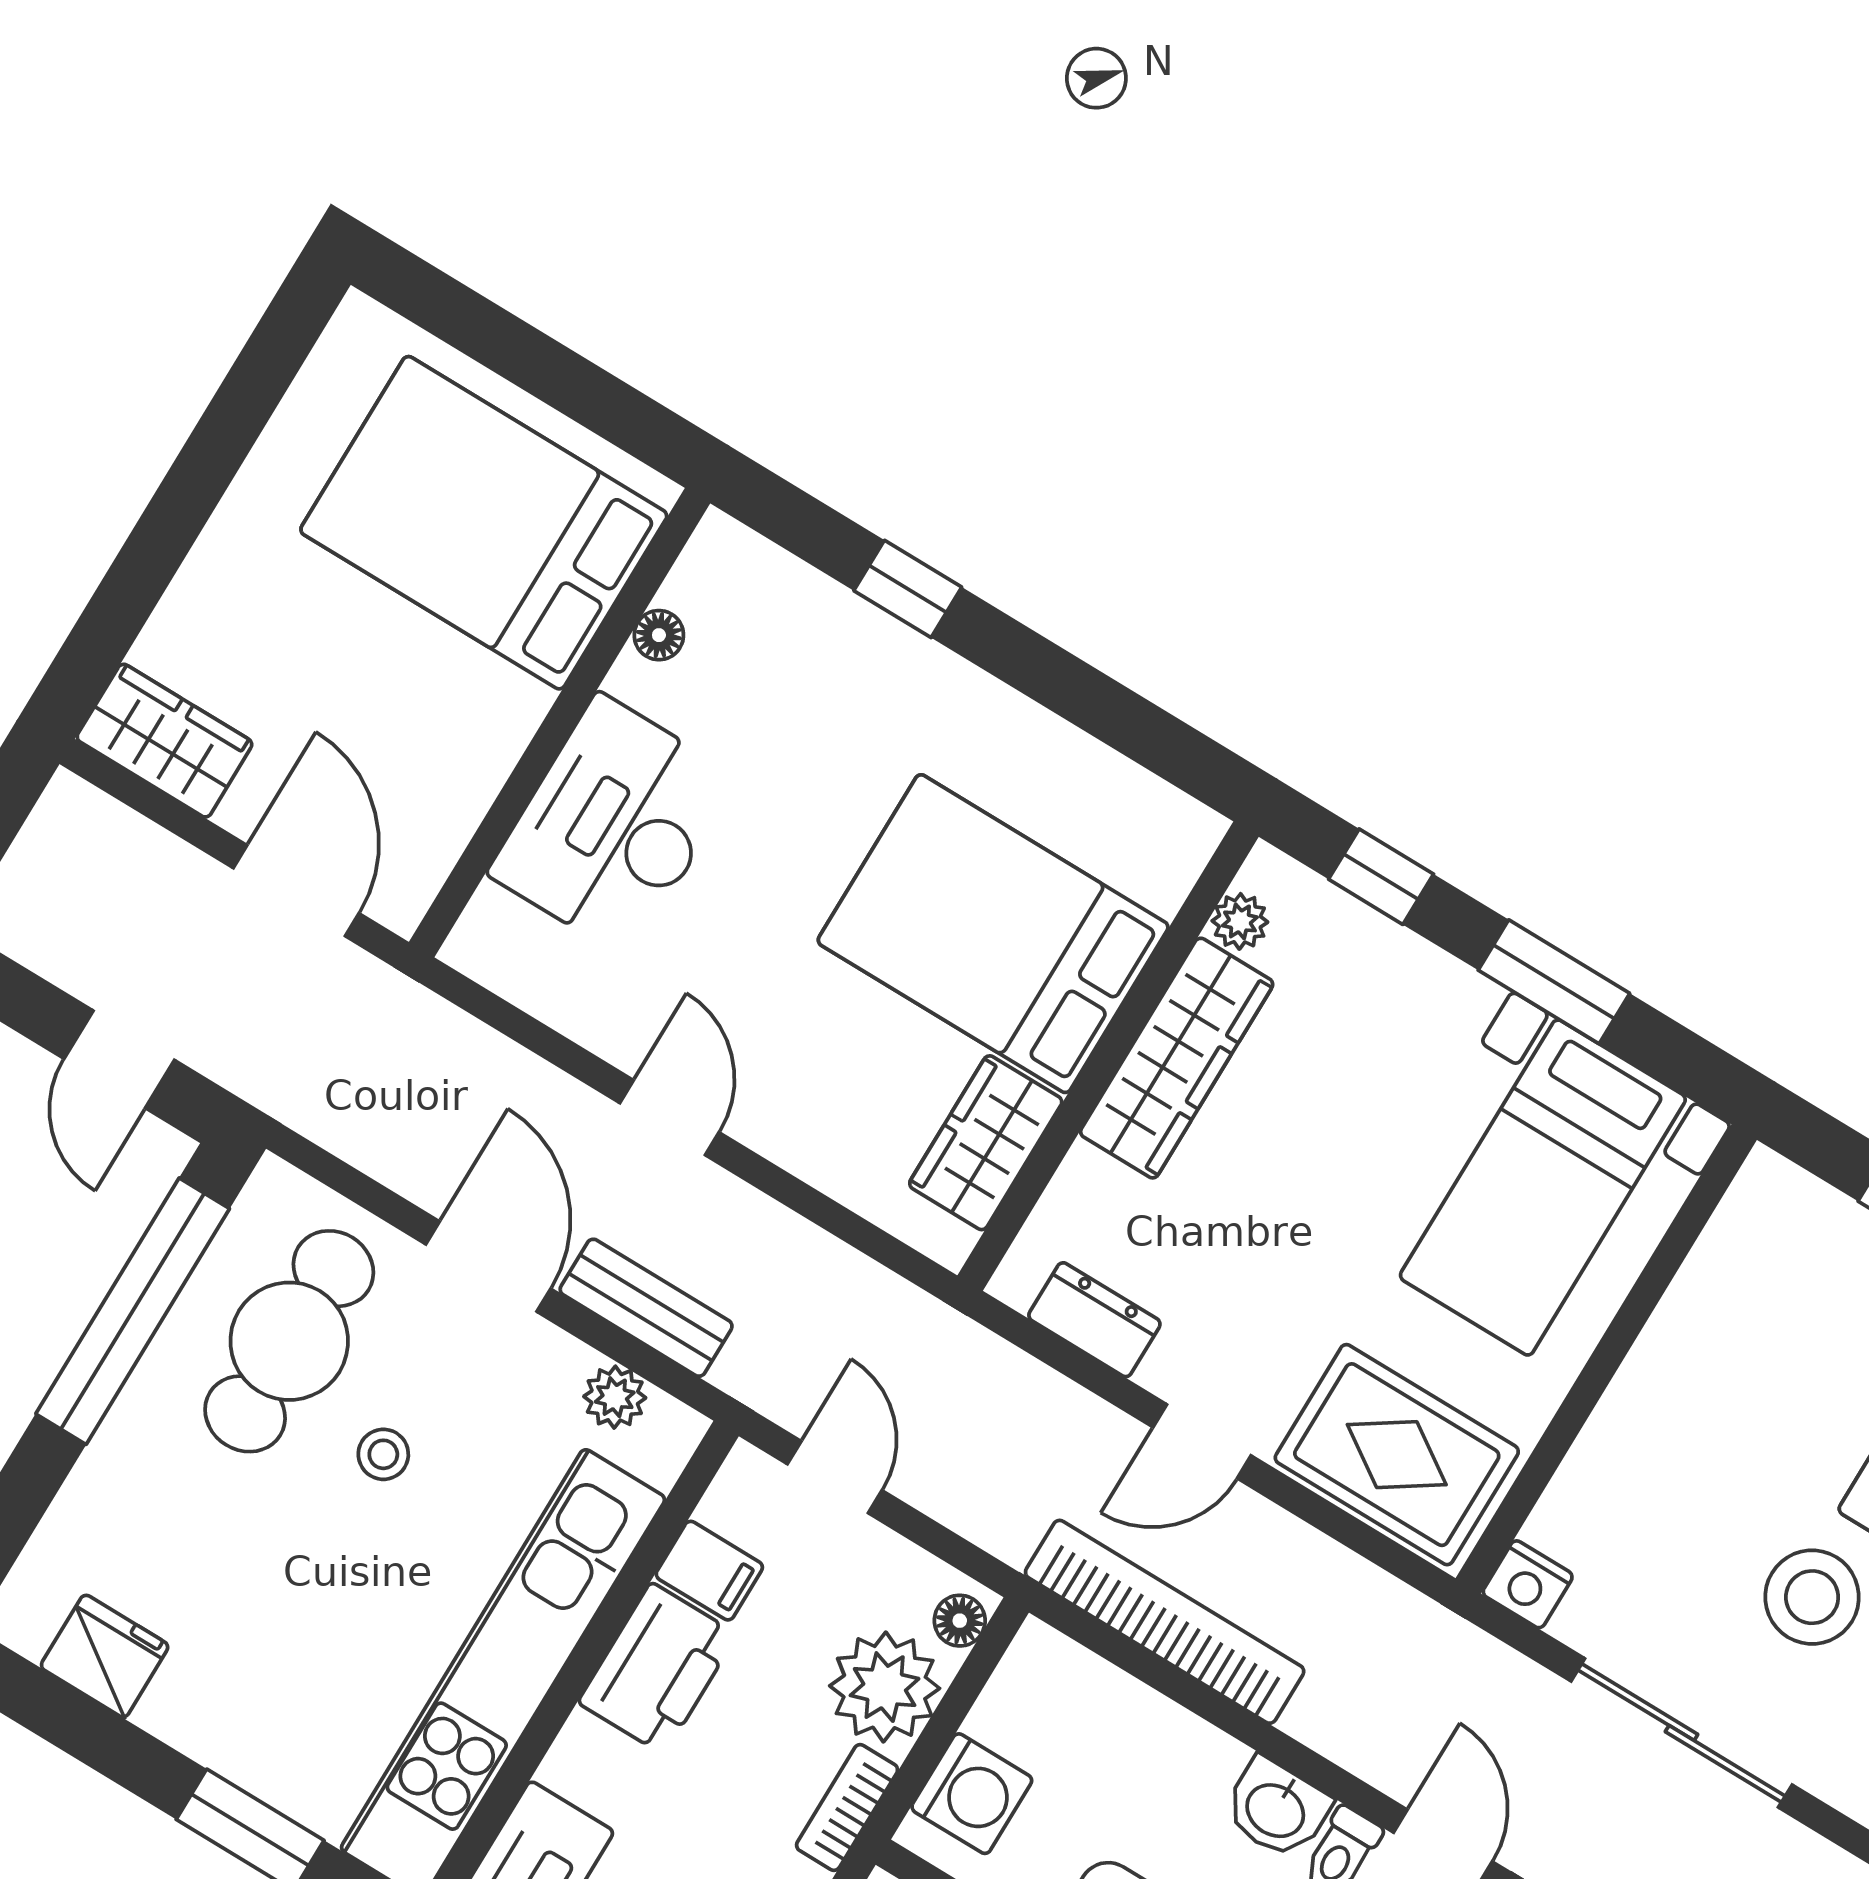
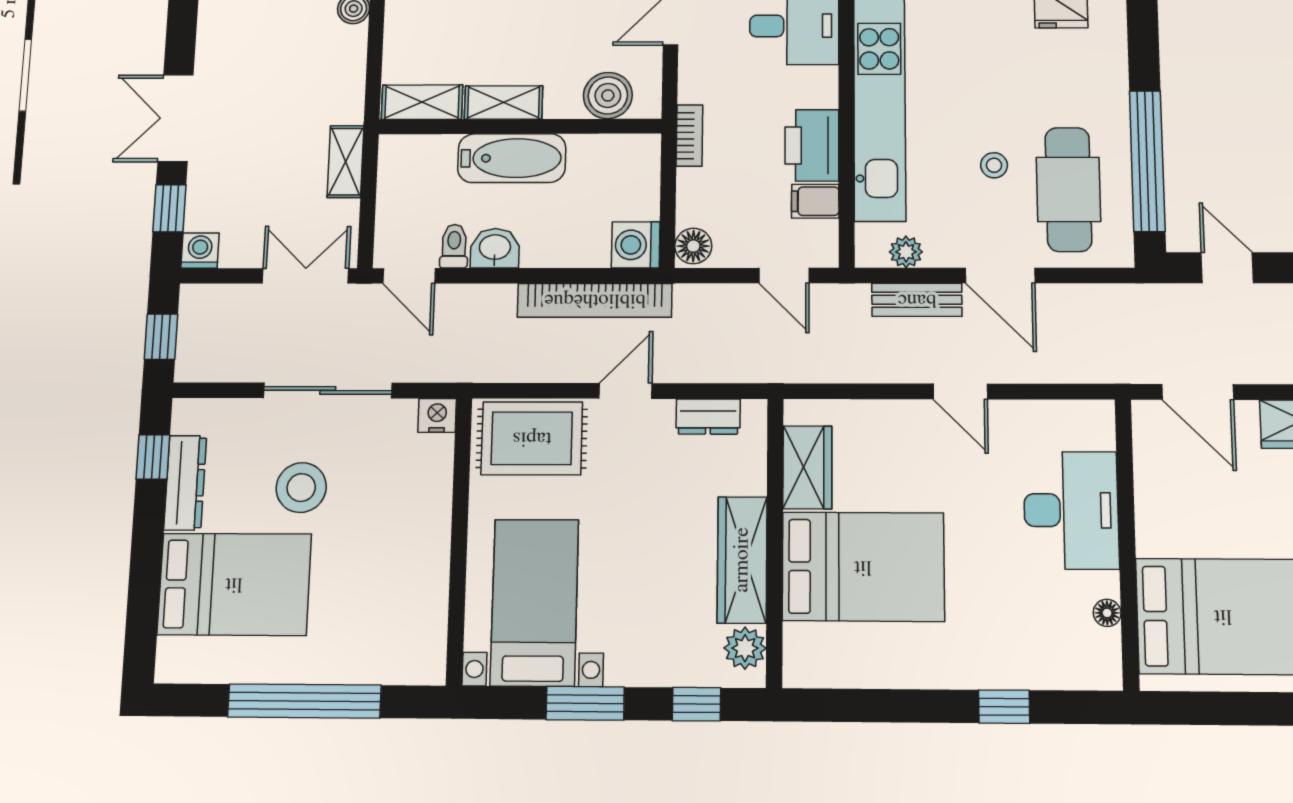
plant: (1240, 921) -> (745, 648), width x1.38, depth x1.38
floor lamp: (960, 1621) -> (693, 246), width x1.37, depth x1.37
plant: (885, 1687) -> (705, 197), removed
washing machine: (972, 1794) -> (636, 245), moved

